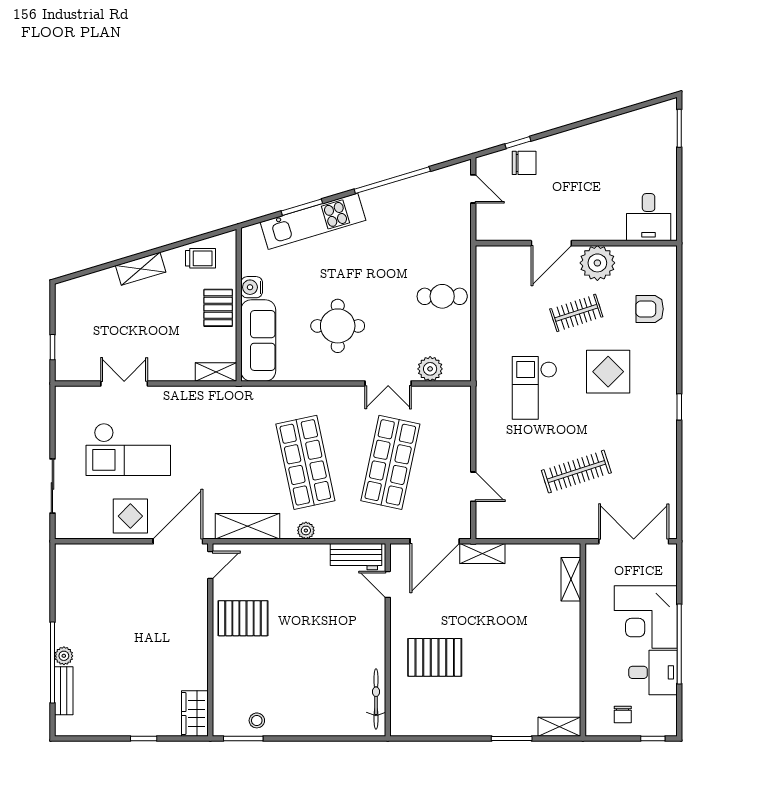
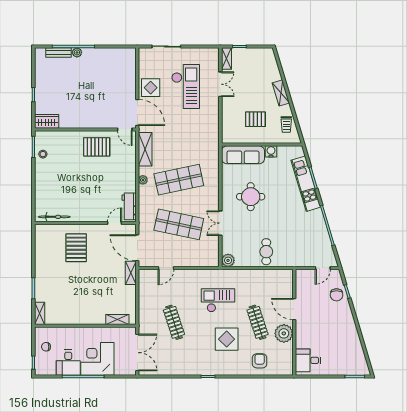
pallet: (218, 308) -> (255, 119), moved
clothes rail: (576, 313) -> (258, 322), width x1.36
plant: (430, 369) -> (228, 260), moved
shelving: (216, 372) -> (226, 58), moved
checkout: (128, 449) -> (186, 86), turned 180
pallet: (243, 618) -> (97, 147), turned 90

